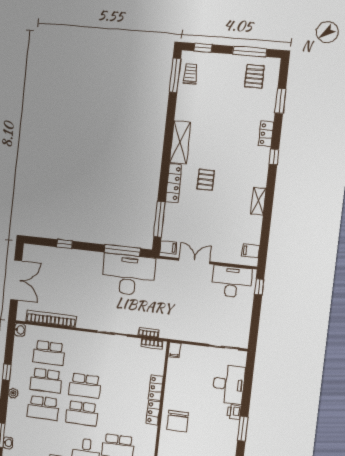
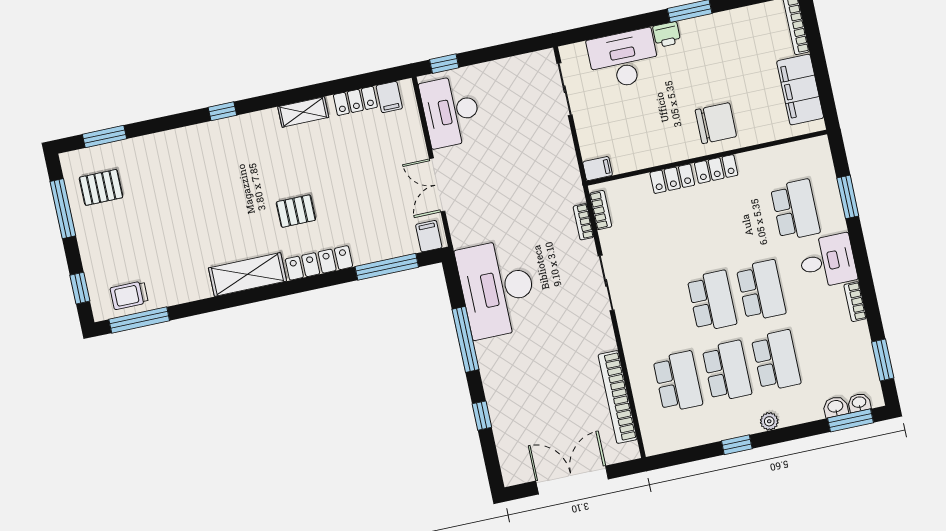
window: (280, 101) -> (105, 136), moved
locker: (266, 134) -> (355, 101), moved
window: (122, 250) -> (466, 339), moved
washbasin: (20, 330) -> (835, 407), moved

